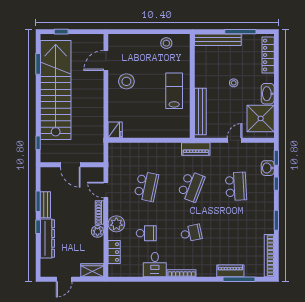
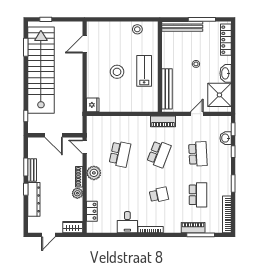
stool: (126, 81) -> (117, 72), moved
door: (106, 190) -> (85, 147), moved
plant: (116, 224) -> (94, 173), moved
school desk: (146, 233) -> (198, 195), moved, width x1.85

